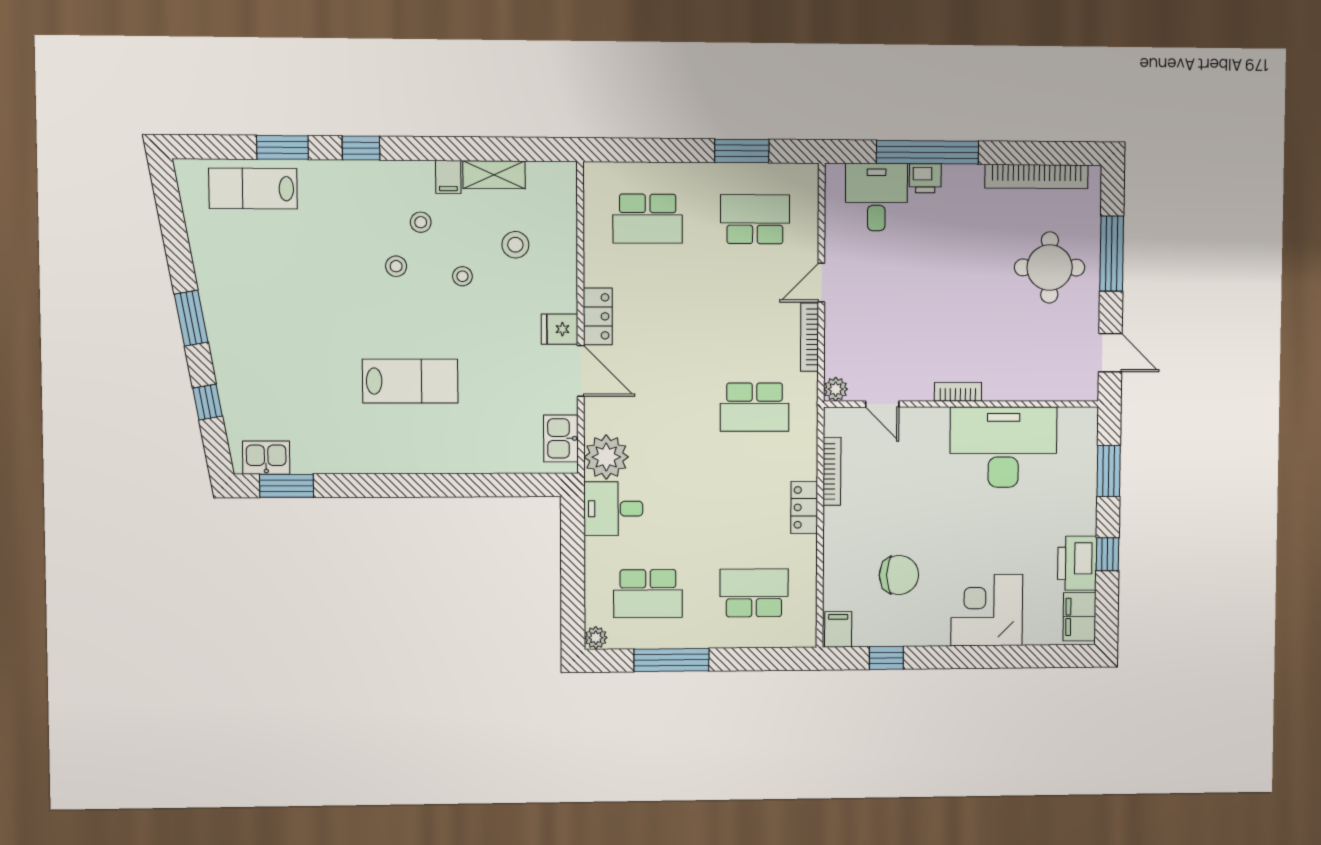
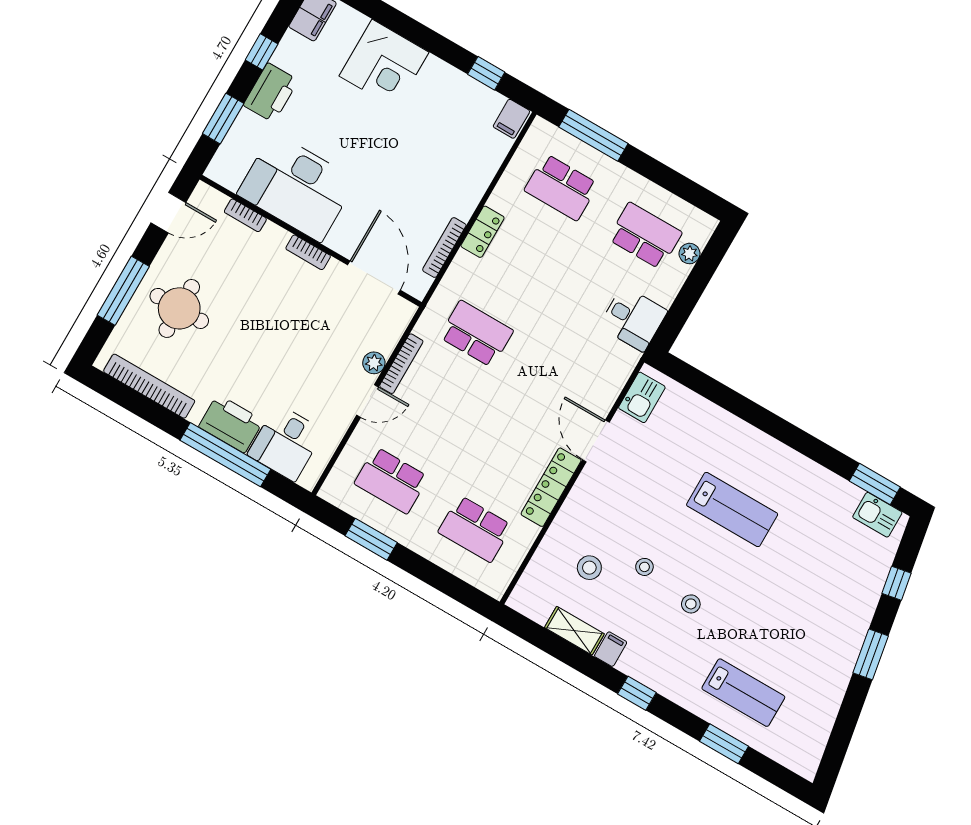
window: (361, 148) -> (637, 693), moved
printer: (925, 178) -> (231, 424), width x1.87, depth x1.48
lab bench: (253, 188) -> (743, 693), moved
school desk: (648, 219) -> (475, 529), turned 180
stool: (421, 222) -> (652, 627), removed
locker: (598, 316) -> (551, 487), width x1.53
fridge: (560, 329) -> (593, 483), removed
door: (1110, 353) -> (168, 213), swing flipped
lab bench: (410, 381) -> (732, 510), turned 180
plant: (836, 389) -> (374, 363), moved
bookcase: (1037, 392) -> (245, 215), added
door: (882, 404) -> (374, 277), width x1.88
plant: (606, 457) -> (615, 362), removed
printer: (1077, 563) -> (271, 93), moved
chair: (899, 575) -> (438, 134), removed
plant: (596, 638) -> (689, 254), moved
window: (671, 660) -> (593, 135), moved

